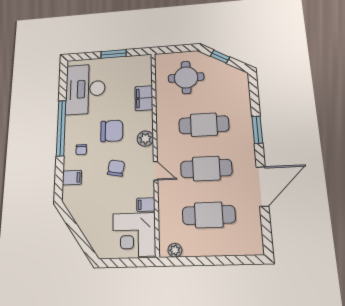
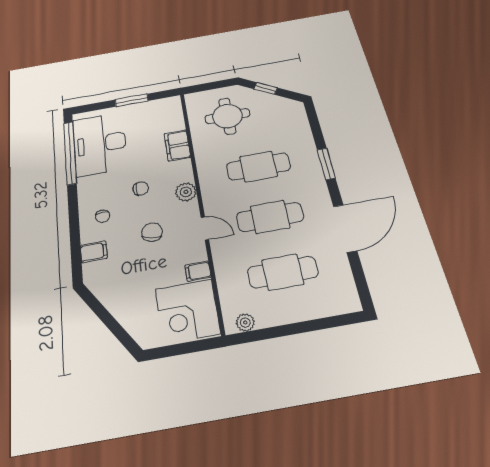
window: (61, 128) -> (70, 153), moved
chair: (112, 131) -> (141, 189), width x0.54, depth x0.54

